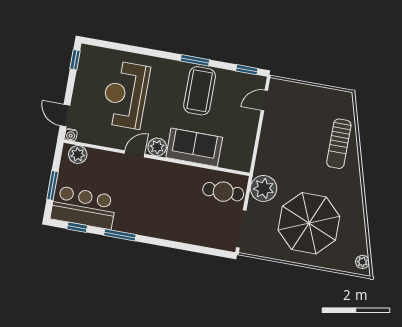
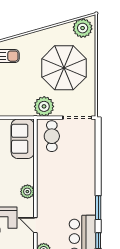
sofa: (194, 147) -> (23, 139), moved
door: (135, 154) -> (35, 225), moved
plant: (362, 262) -> (83, 28), width x1.88, depth x1.88

